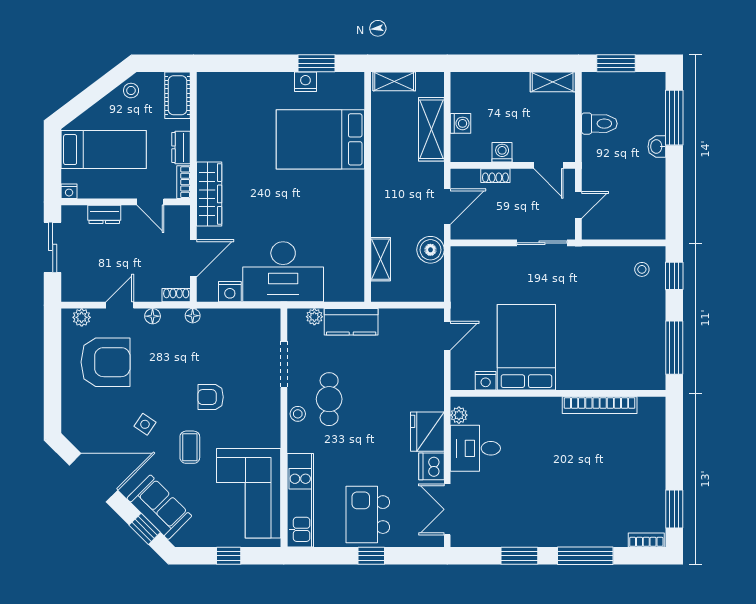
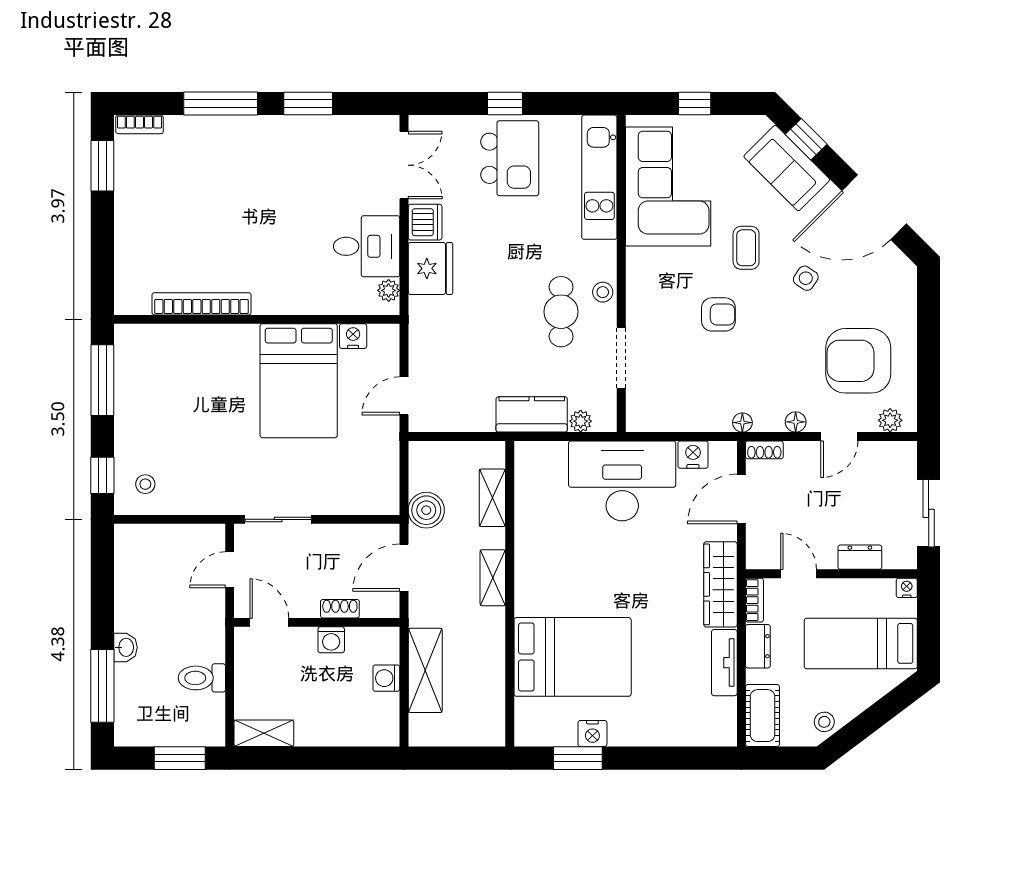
shelving: (394, 81) -> (493, 578), moved, turned 90
tv unit: (206, 135) -> (724, 663), added

